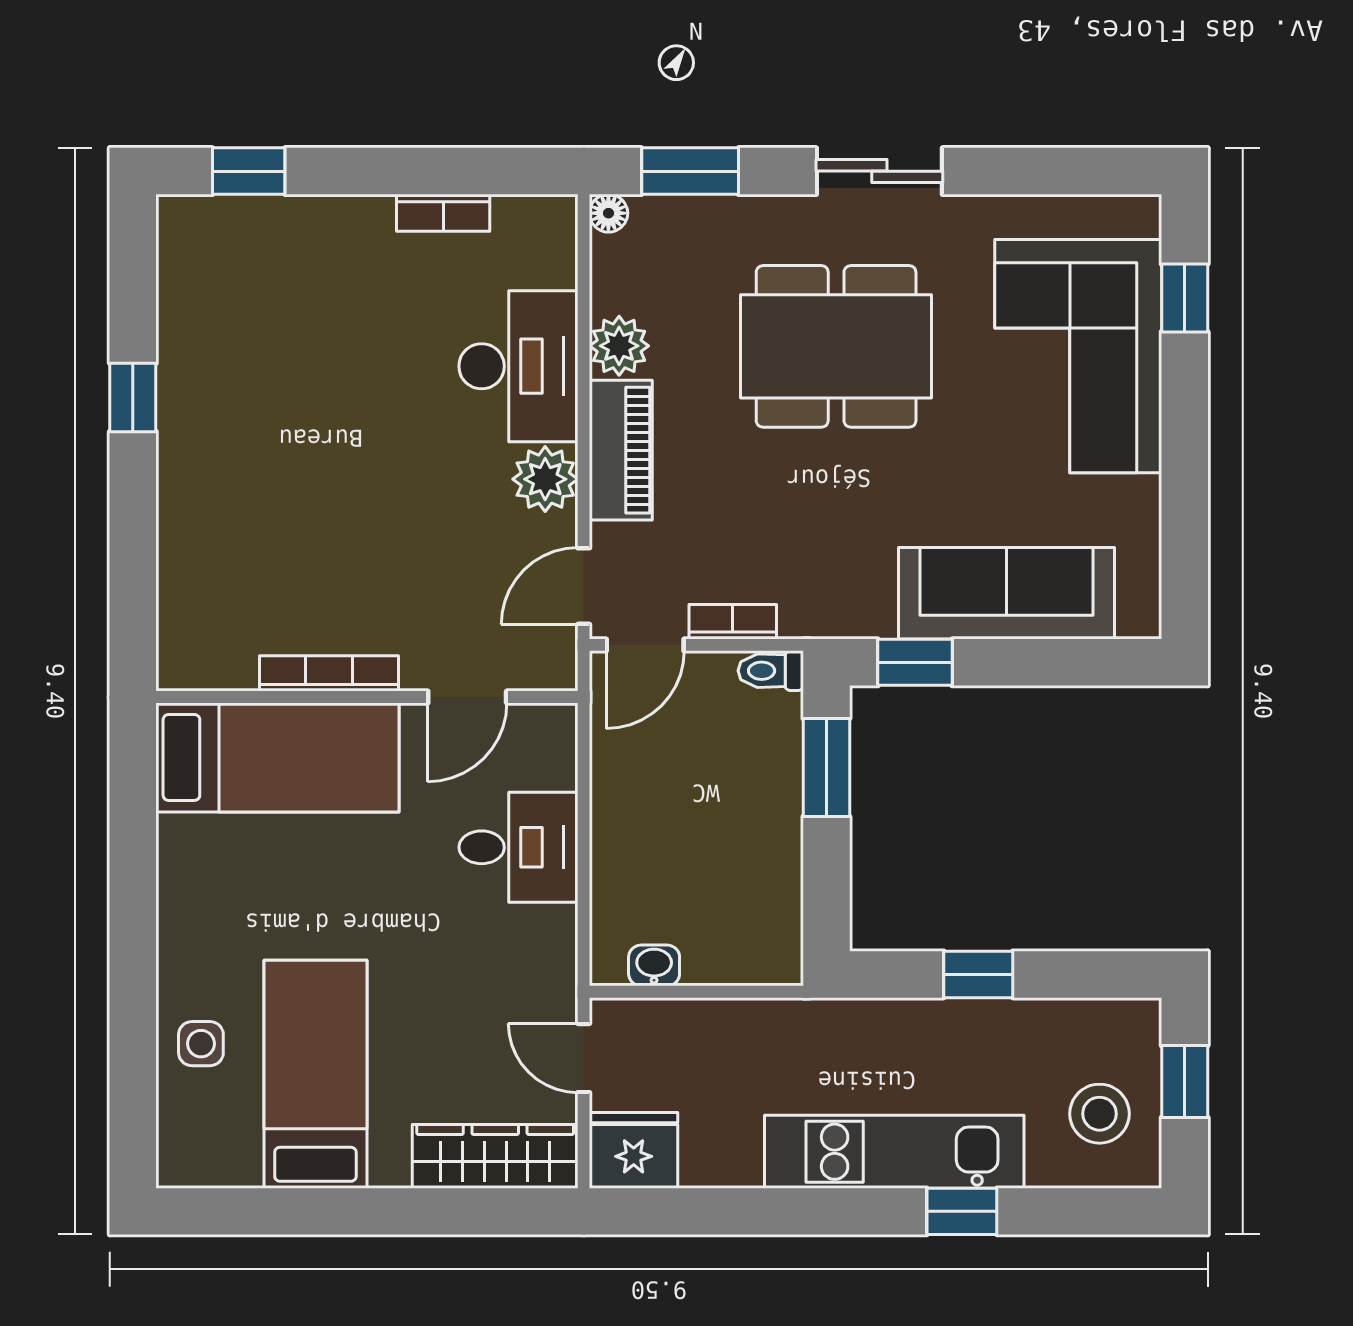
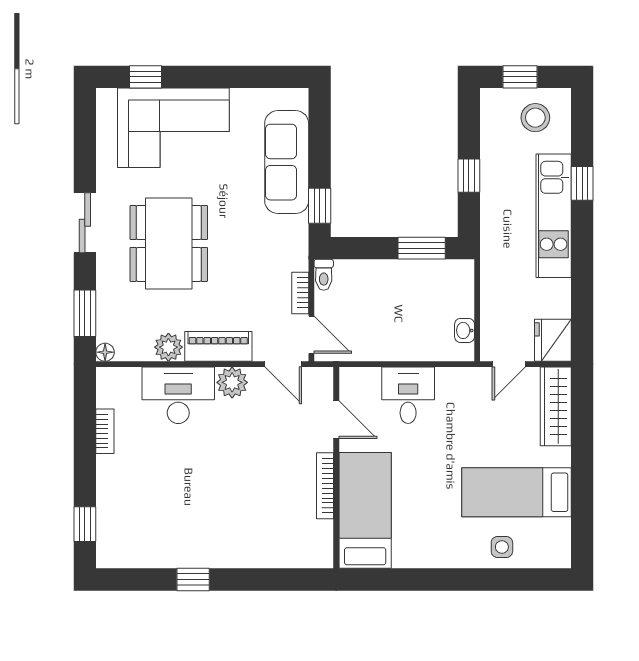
window: (826, 768) -> (422, 248), moved

